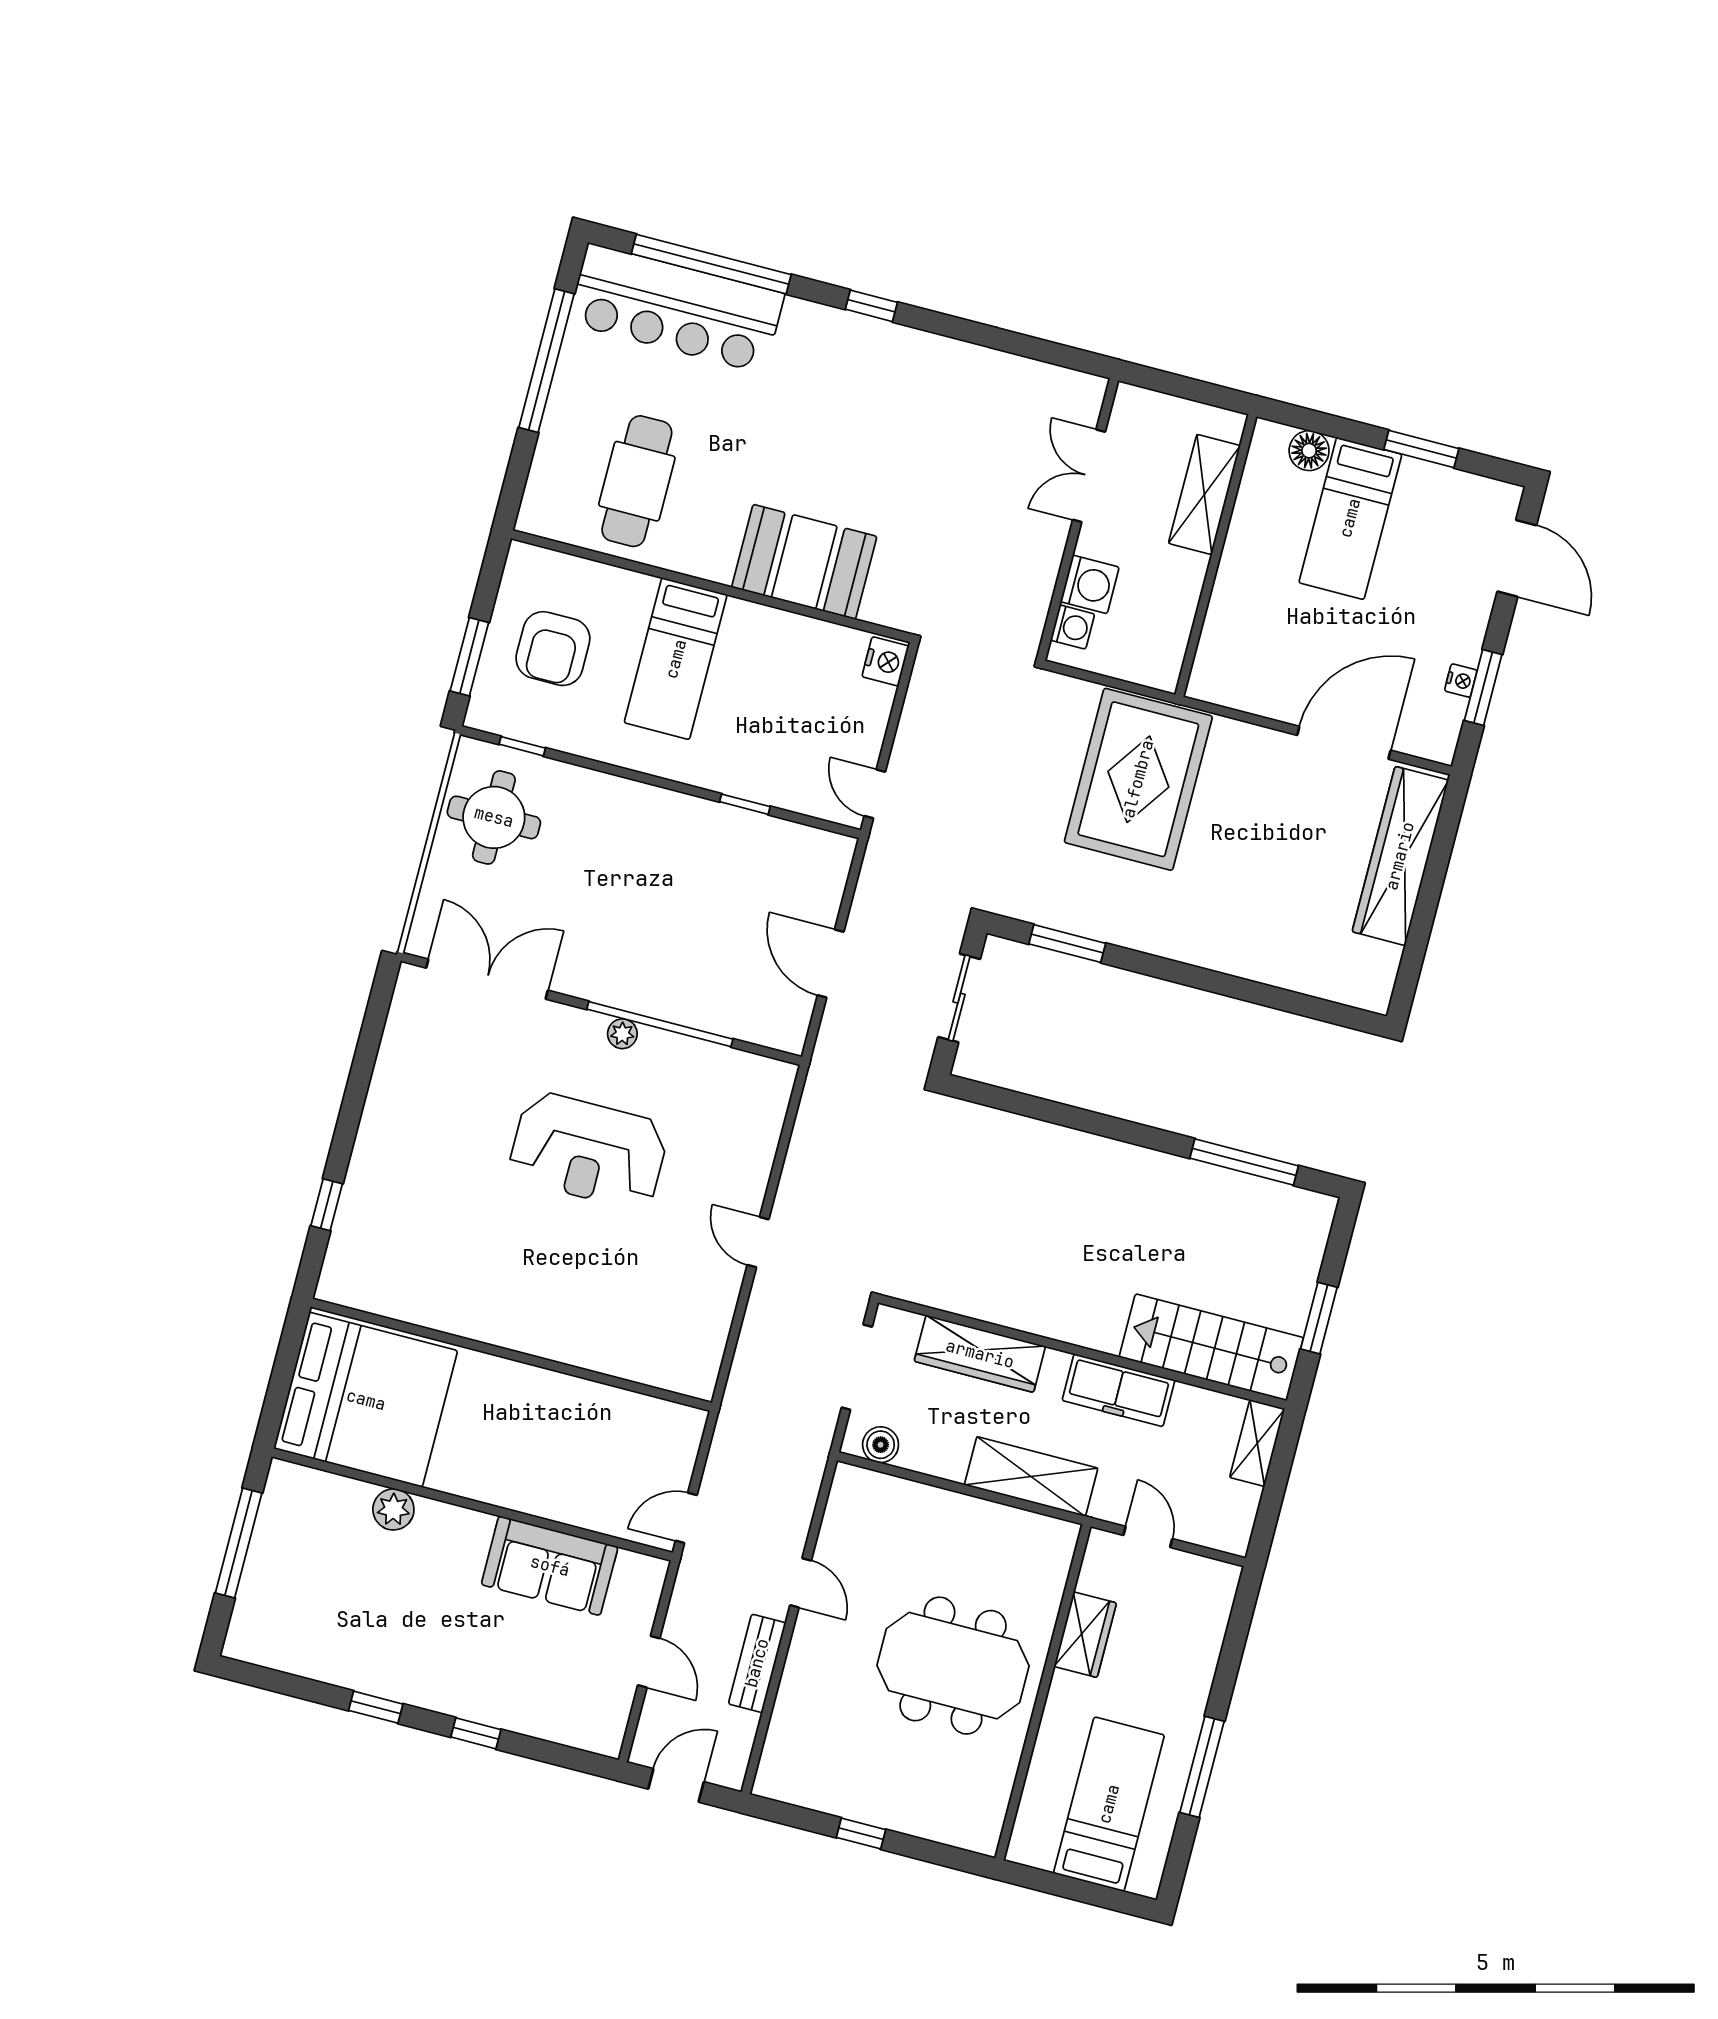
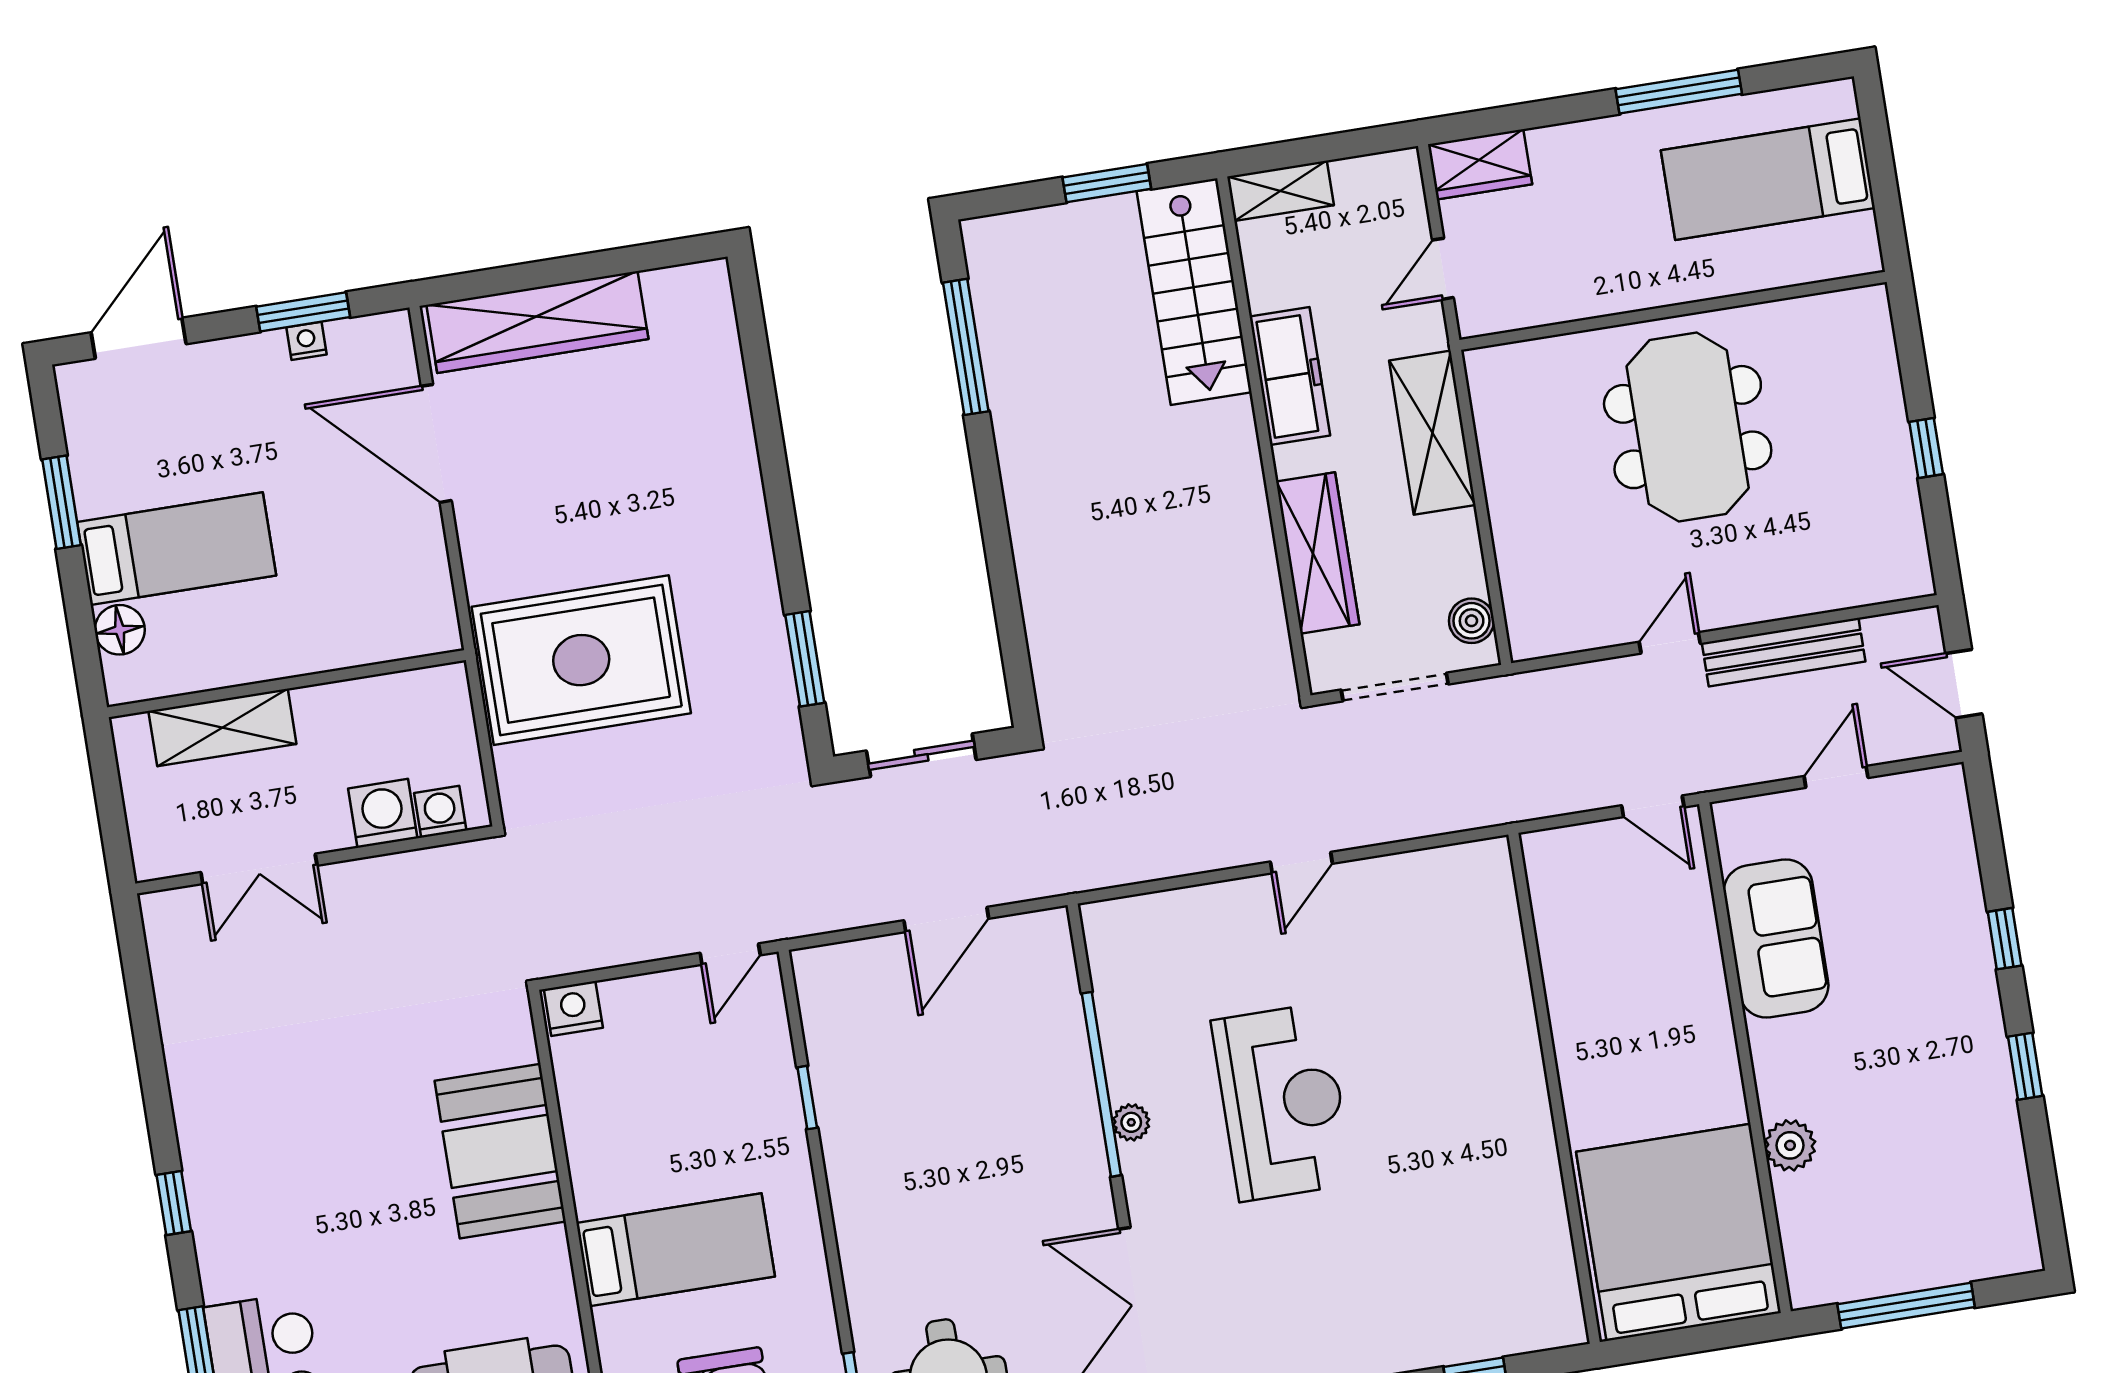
wardrobe: (1085, 1635) -> (1480, 164), moved, turned 180
bench: (757, 1663) -> (1784, 652), width x1.36

